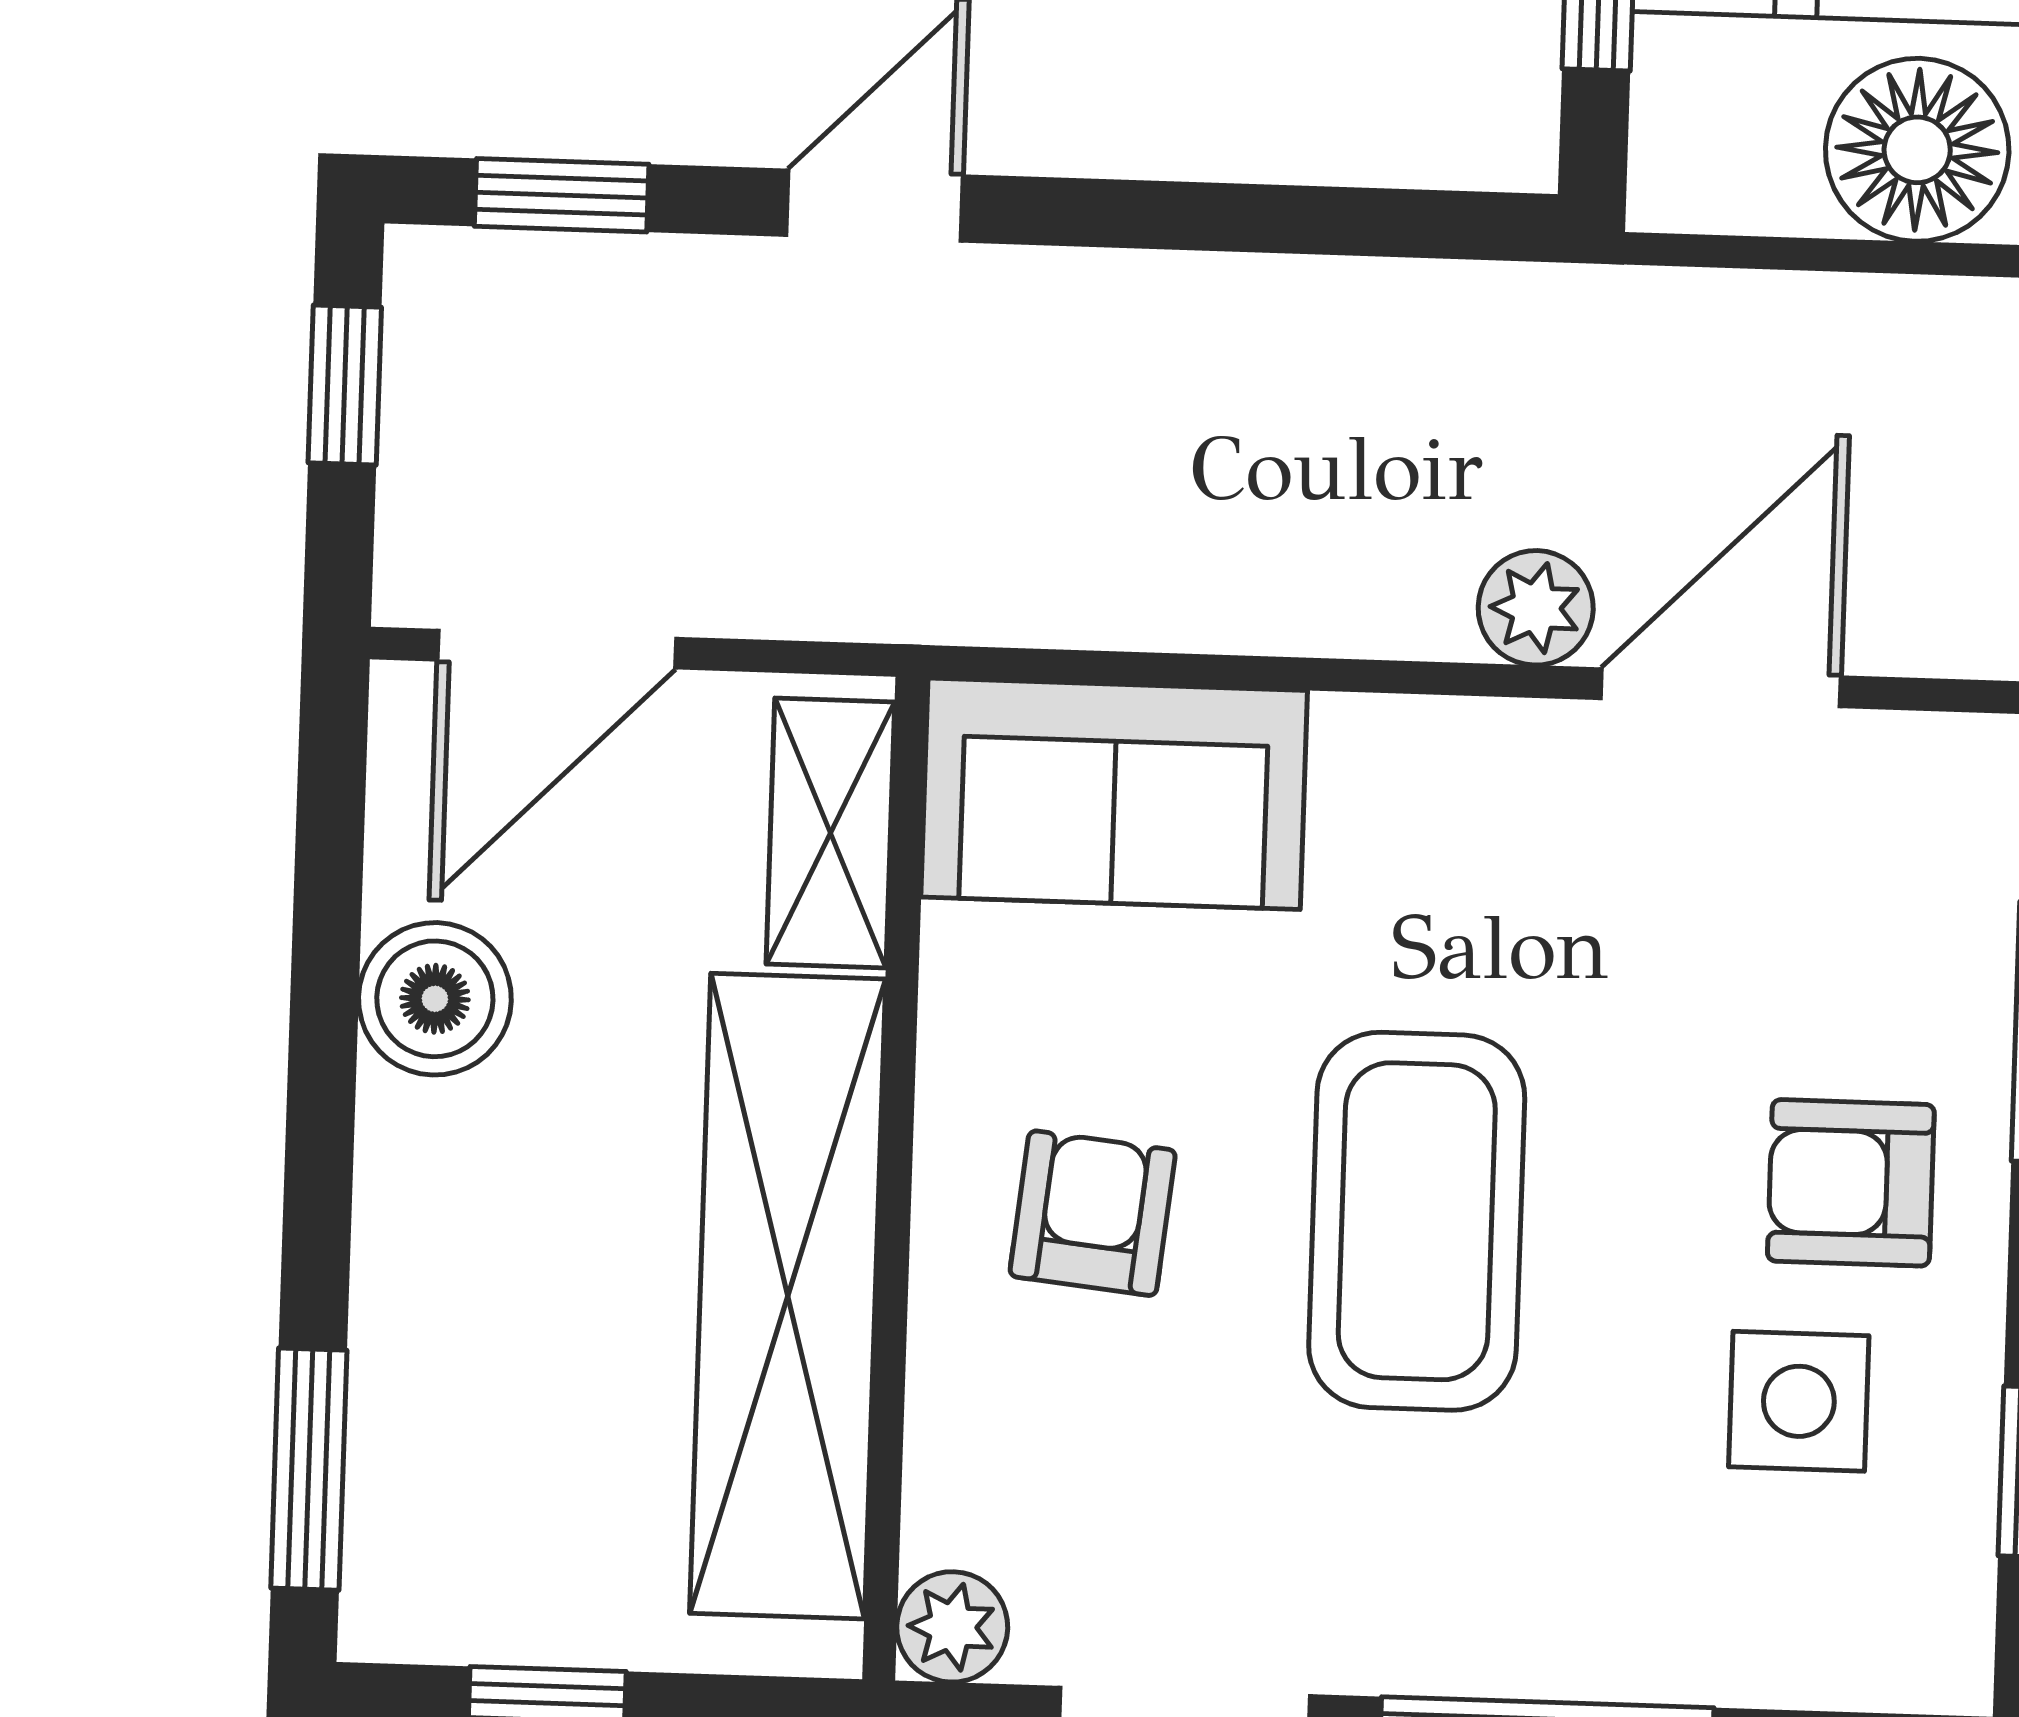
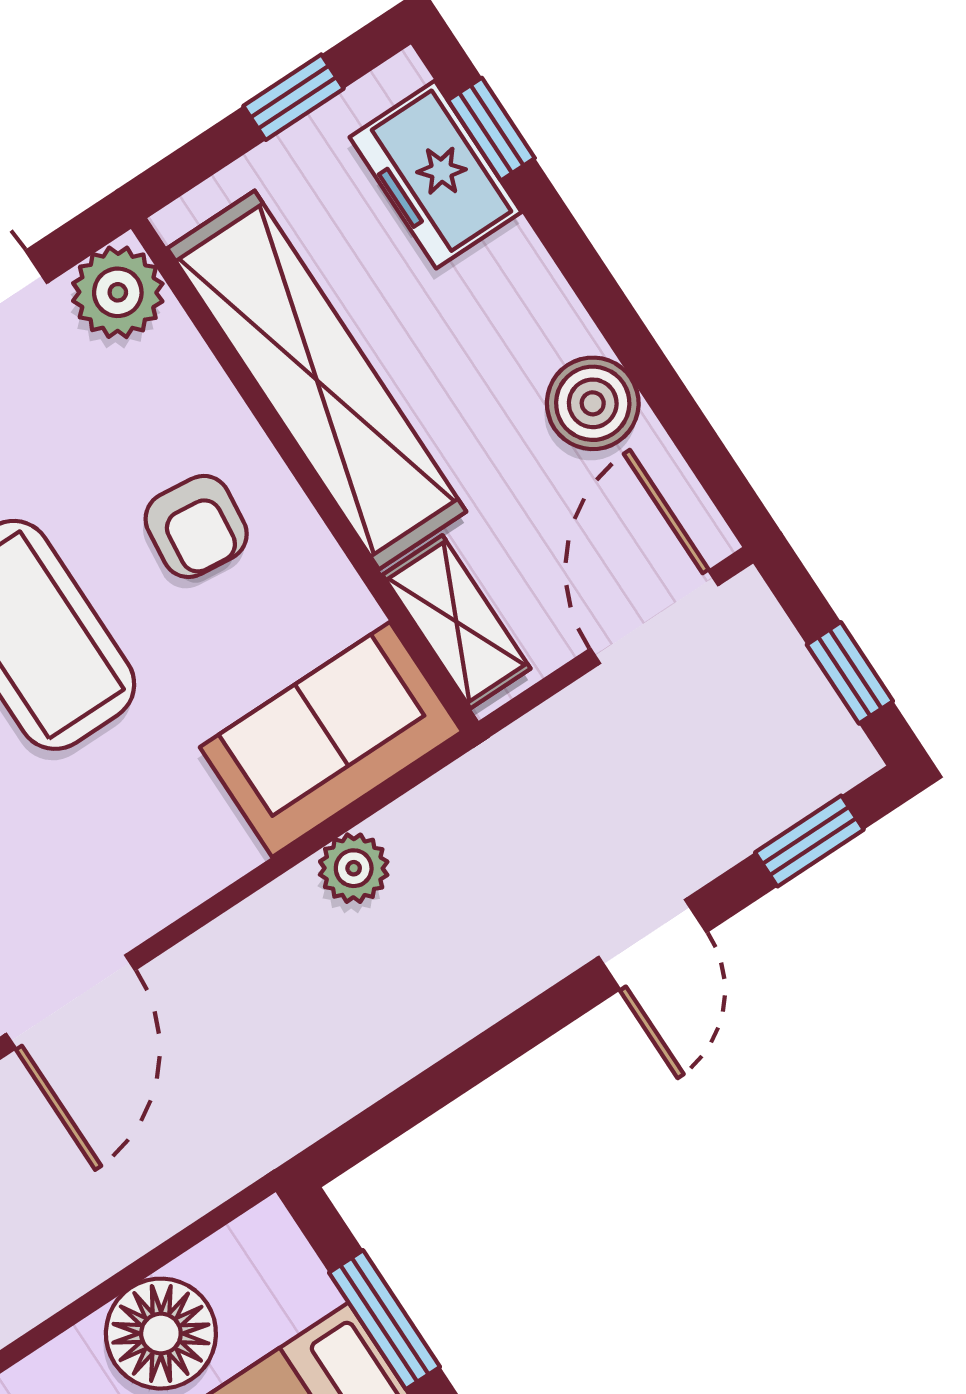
plant: (1536, 608) -> (354, 868), moved
freezer: (428, 1461) -> (436, 175), added
window: (309, 1469) -> (491, 129), width x0.67
plant: (952, 1627) -> (118, 292), width x1.38, depth x1.38

